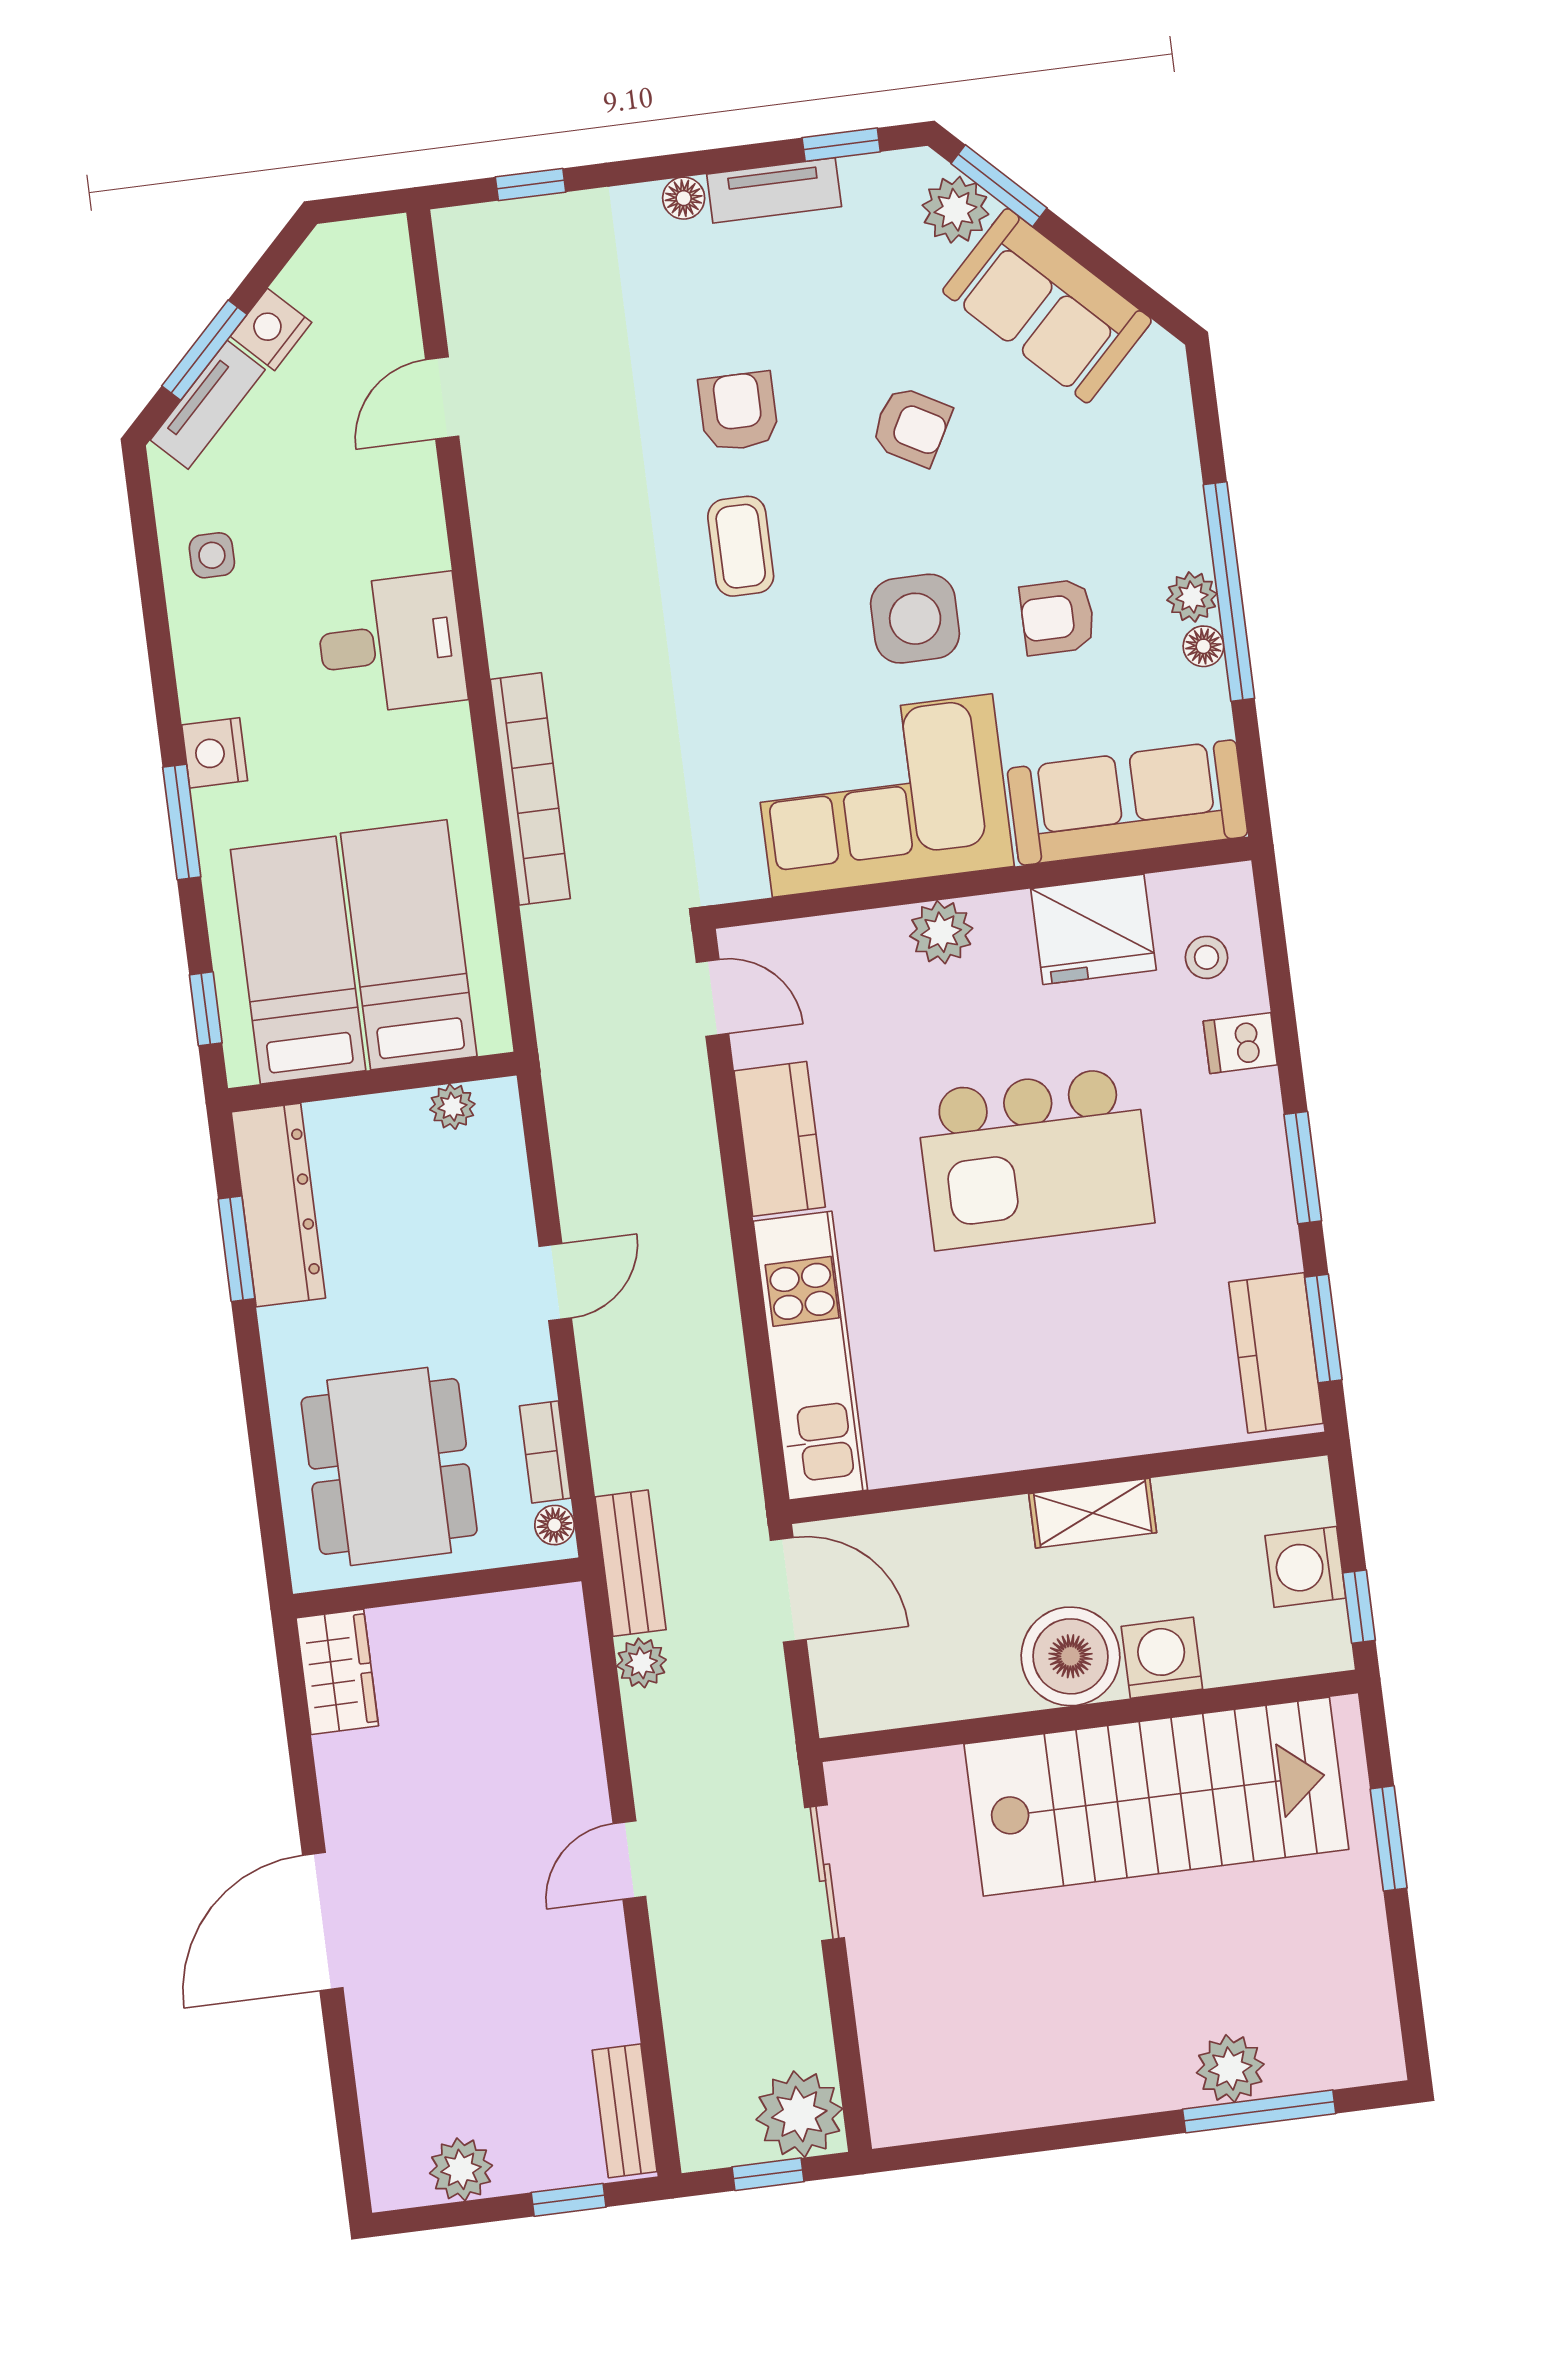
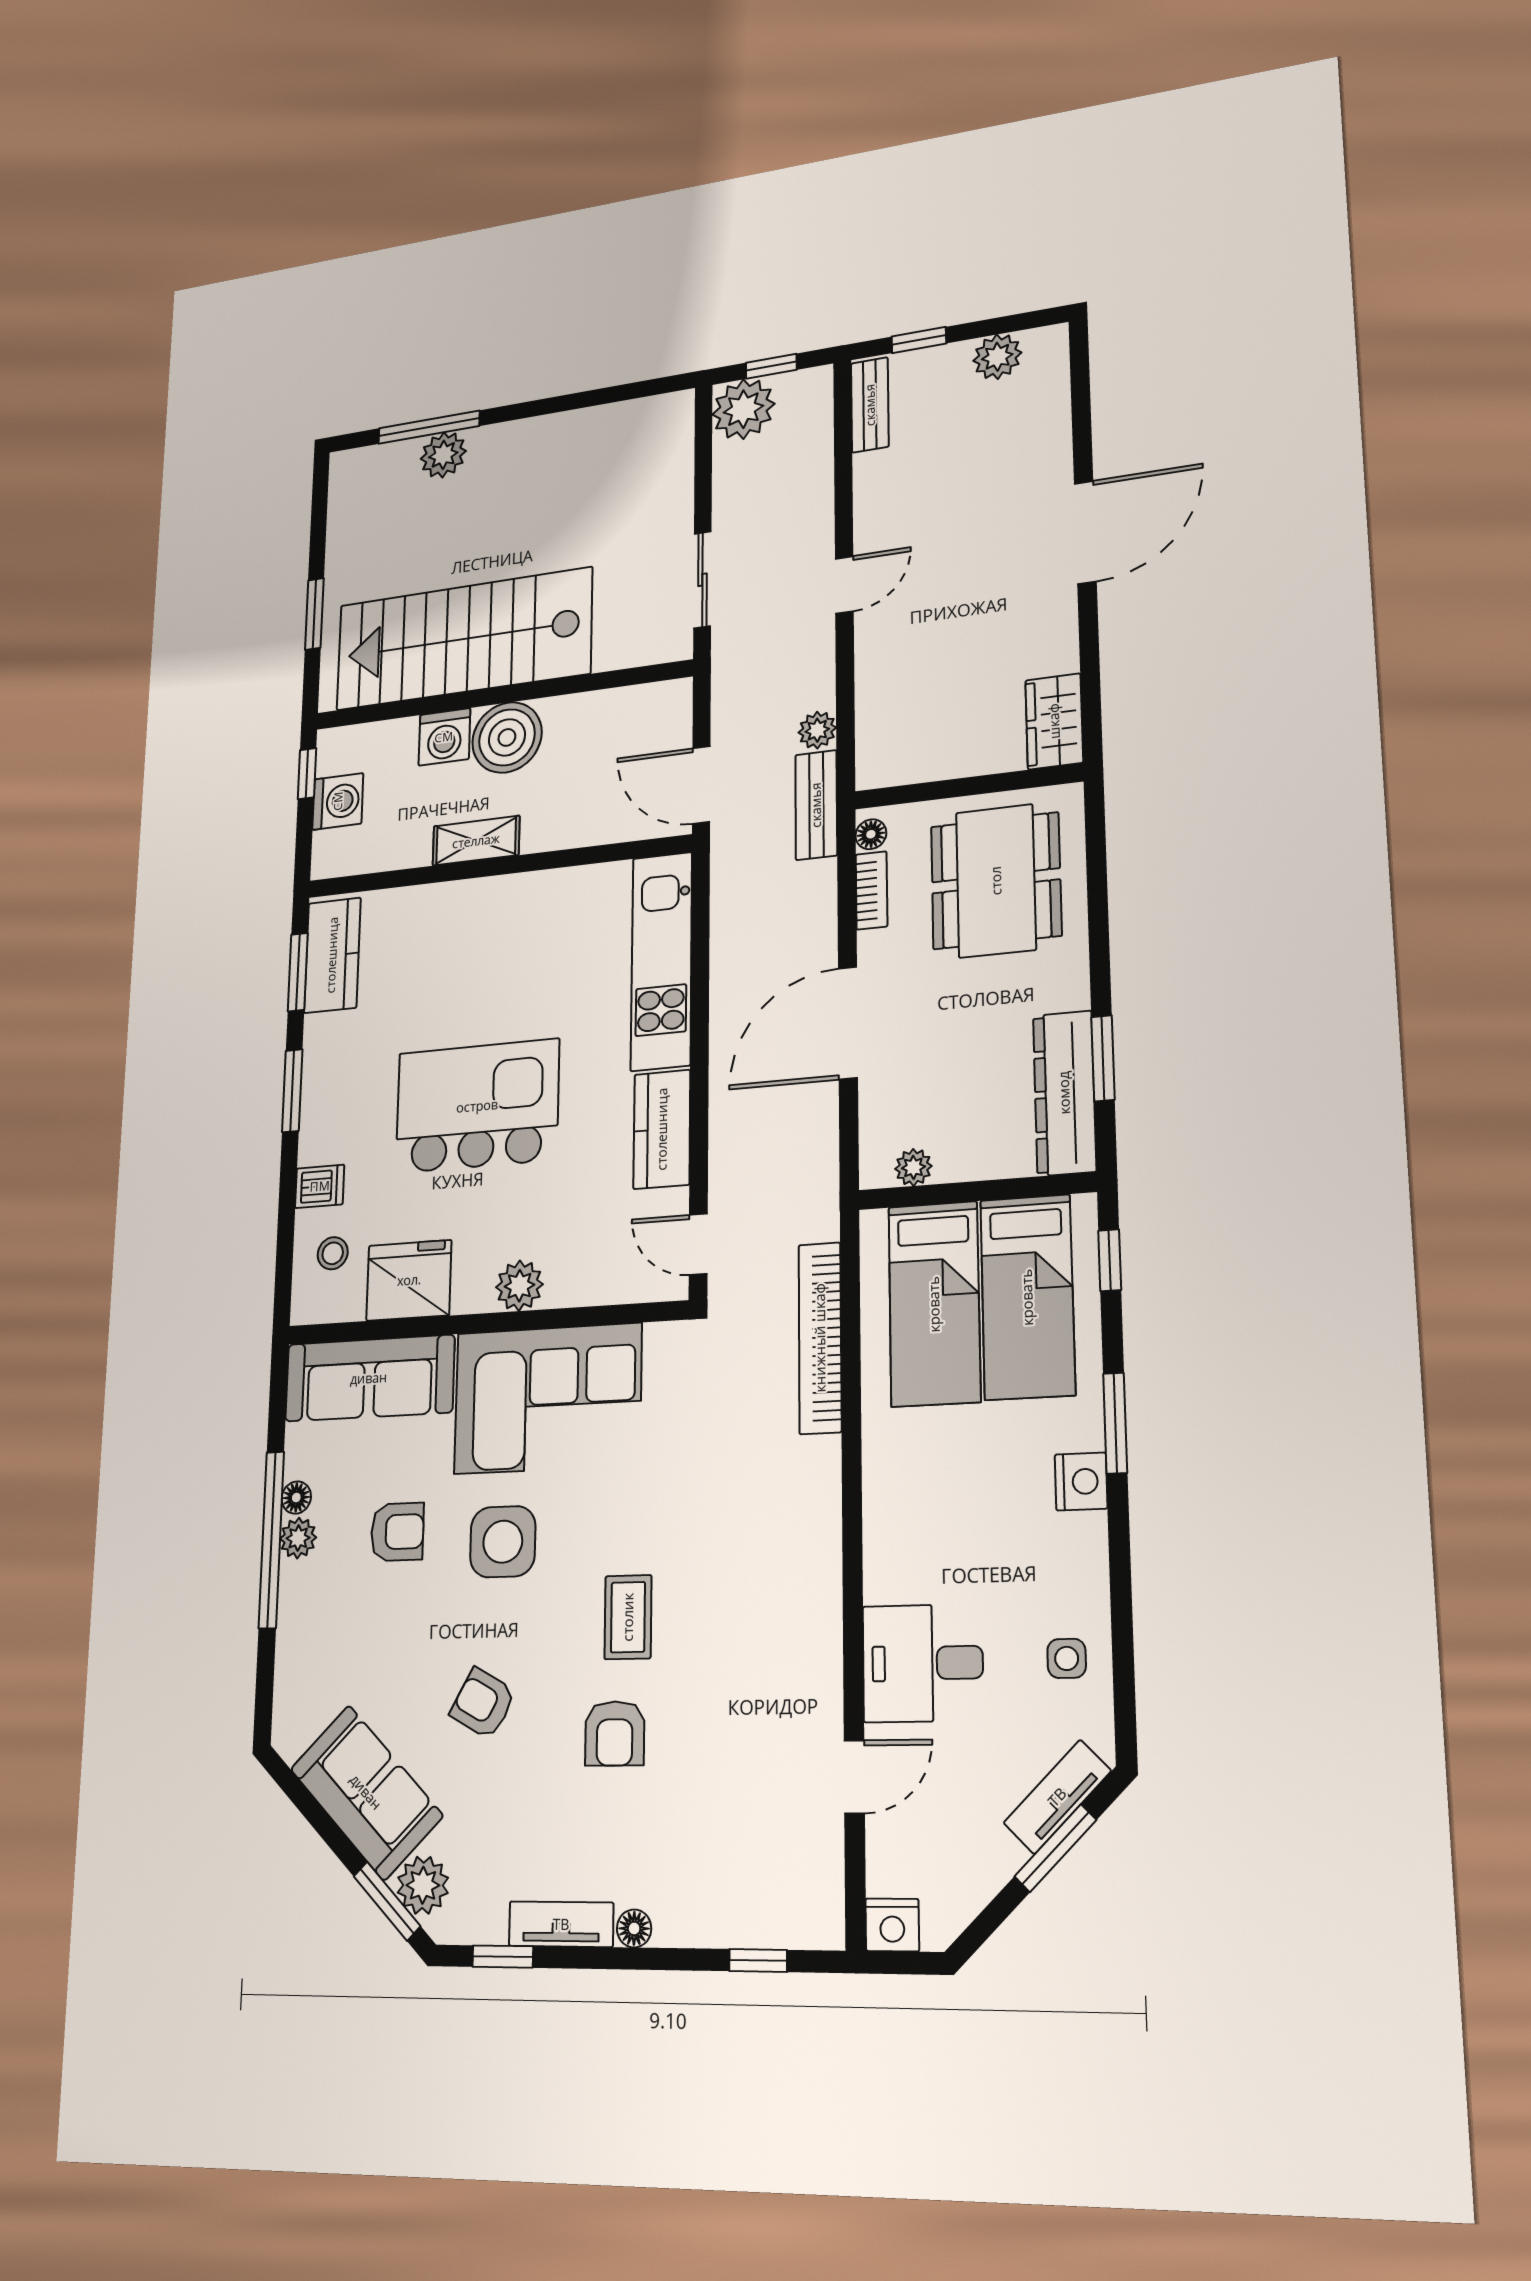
nightstand: (271, 329) -> (892, 1925), moved, turned 45
desk: (391, 644) -> (923, 1663), moved
bookcase: (530, 789) -> (820, 1338), moved
door: (555, 1282) -> (848, 1023), width x1.87

